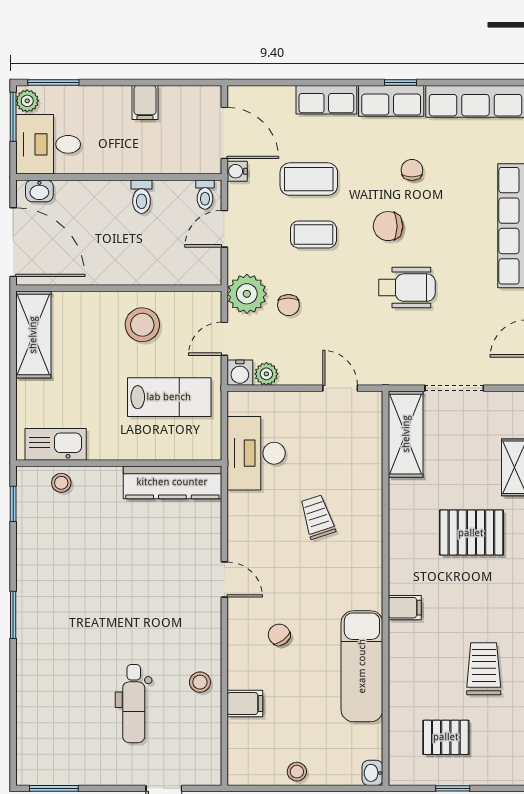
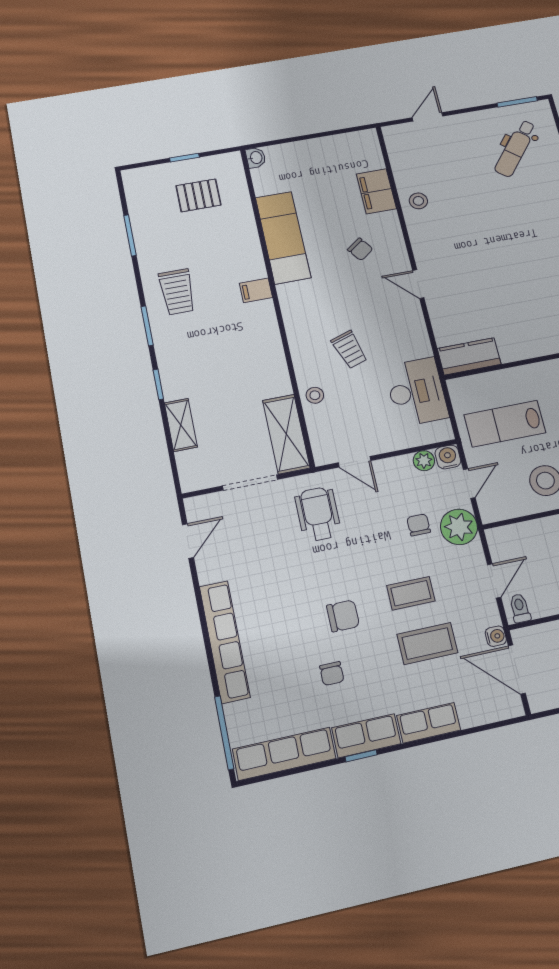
wheelchair: (407, 288) -> (318, 514), moved, turned 90
kitchen counter: (172, 482) -> (469, 356), width x0.67
pallet: (471, 533) -> (209, 363), removed
trolley: (484, 669) -> (177, 292), moved
dental chair: (134, 704) -> (516, 148), moved, turned -141
filing cabinet: (245, 704) -> (376, 191), width x2.00
stool: (297, 772) -> (315, 395), moved

